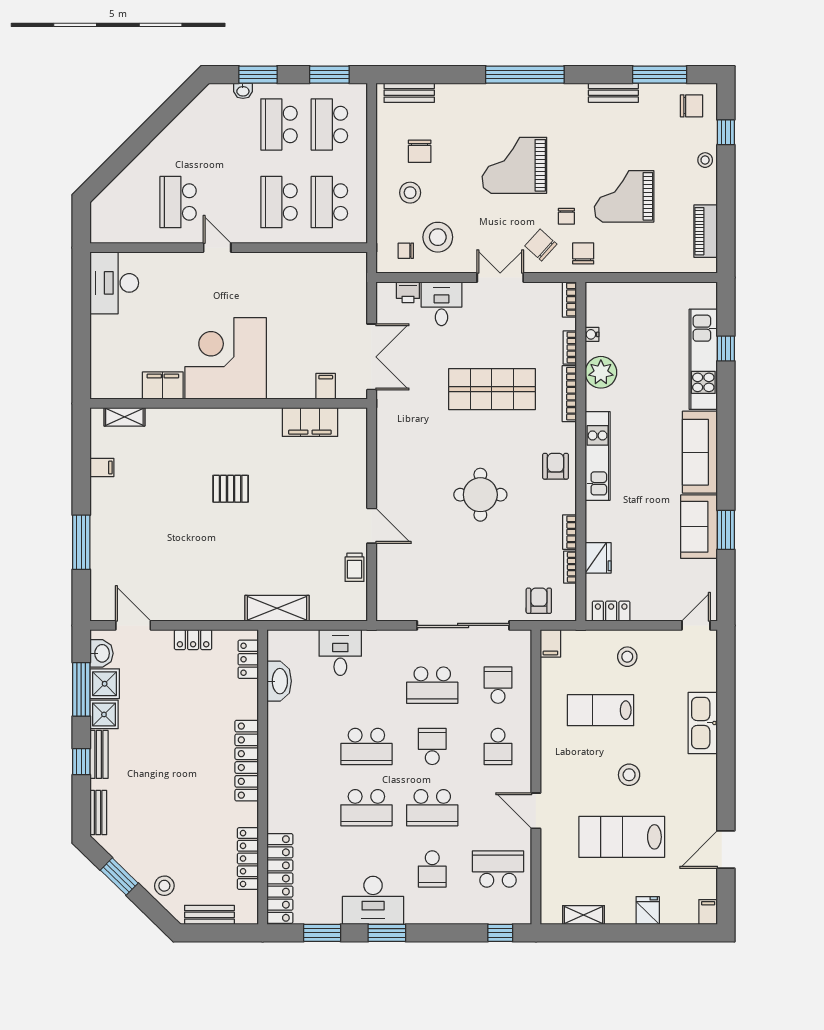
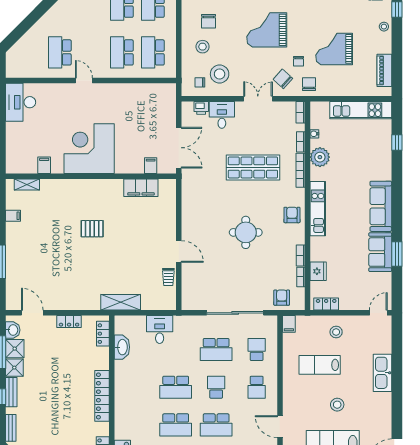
kitchen unit: (703, 359) -> (361, 110), moved, turned -90
filing cabinet: (163, 386) -> (44, 165), width x0.50

